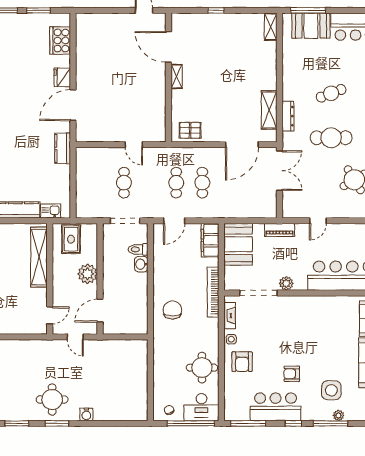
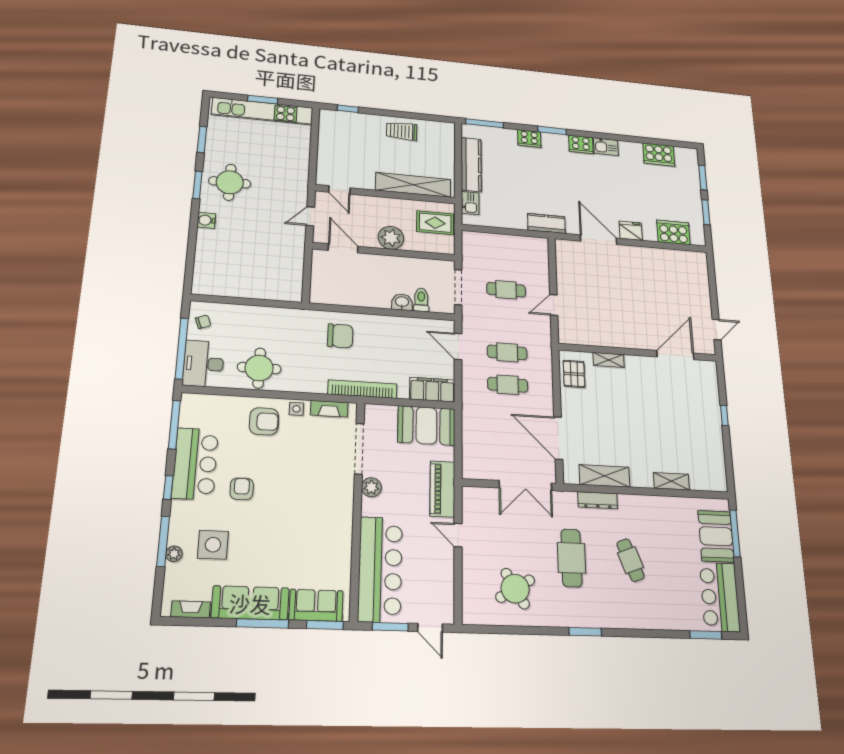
shelving: (271, 27) -> (671, 481), moved
shelving: (177, 76) -> (608, 360), moved
piano: (280, 230) -> (442, 489), width x1.37, depth x1.33
armchair: (242, 362) -> (264, 421), turned 180

